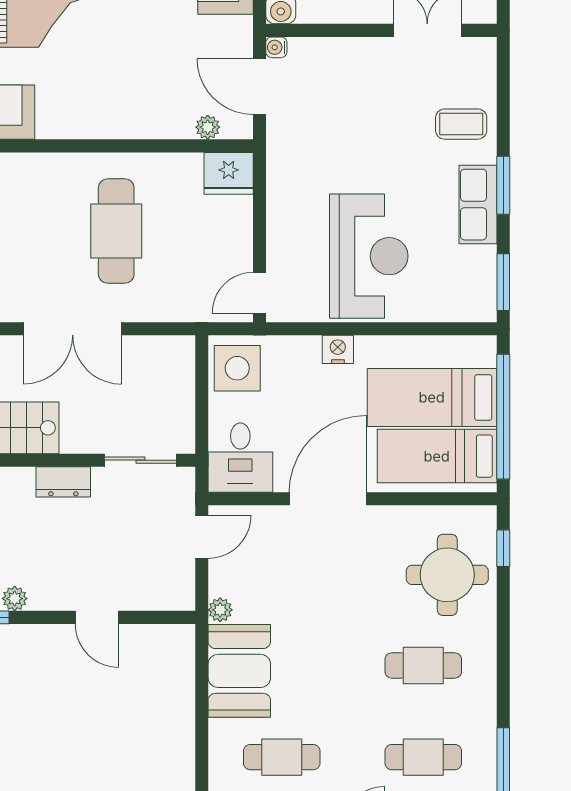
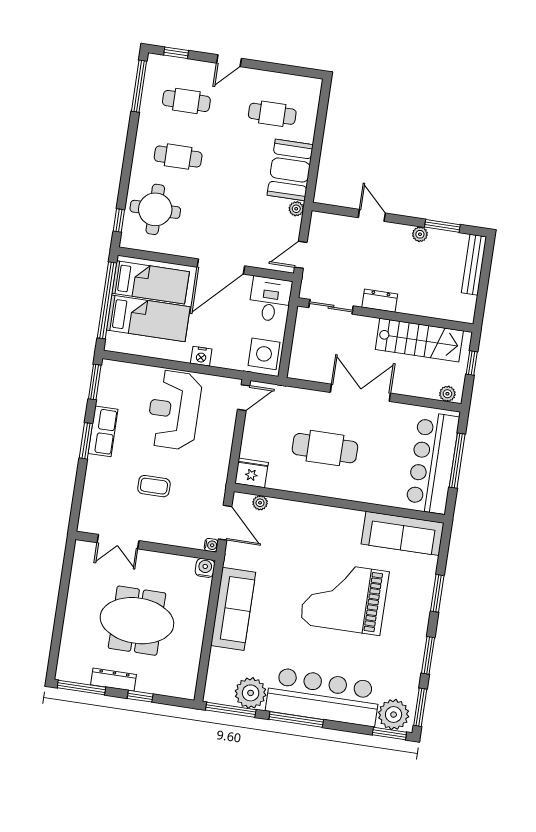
coffee table: (461, 124) -> (154, 486), moved
cafe table: (116, 231) -> (325, 448), turned 90

